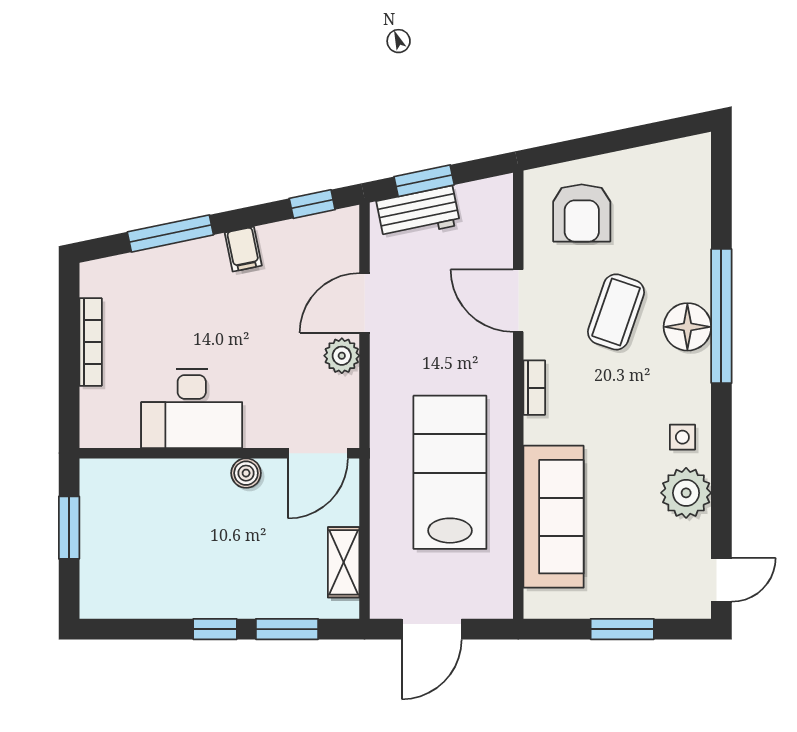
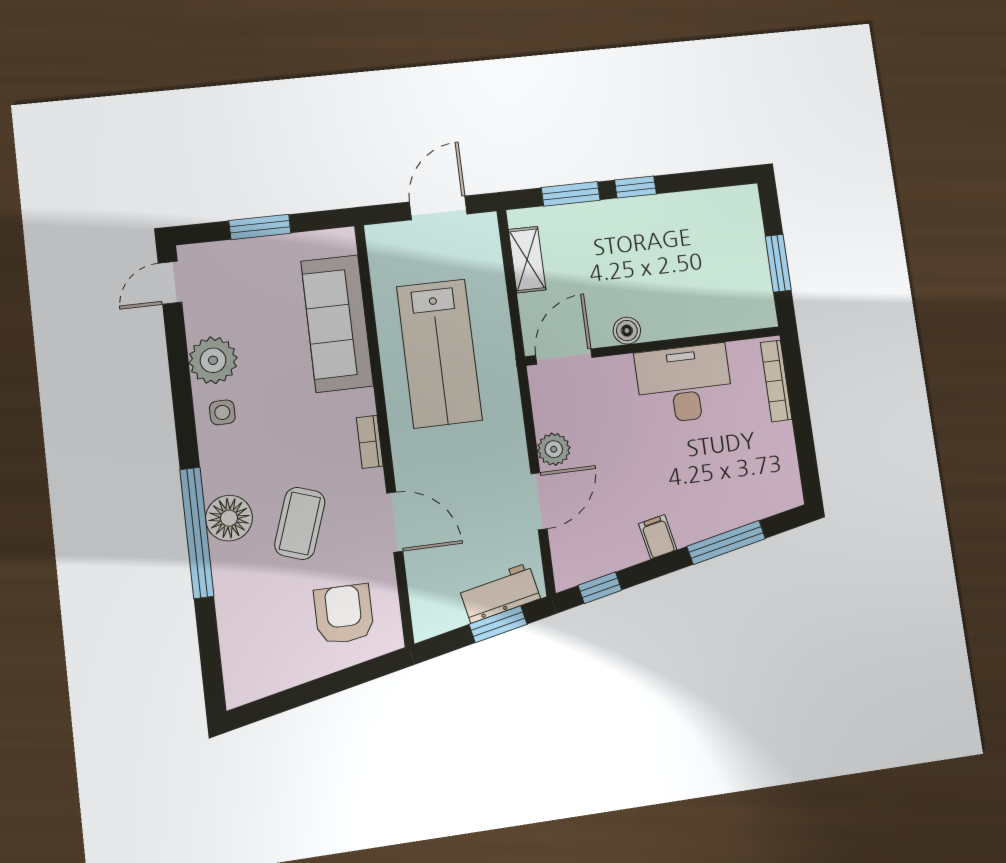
bookcase: (91, 342) -> (776, 381), moved

